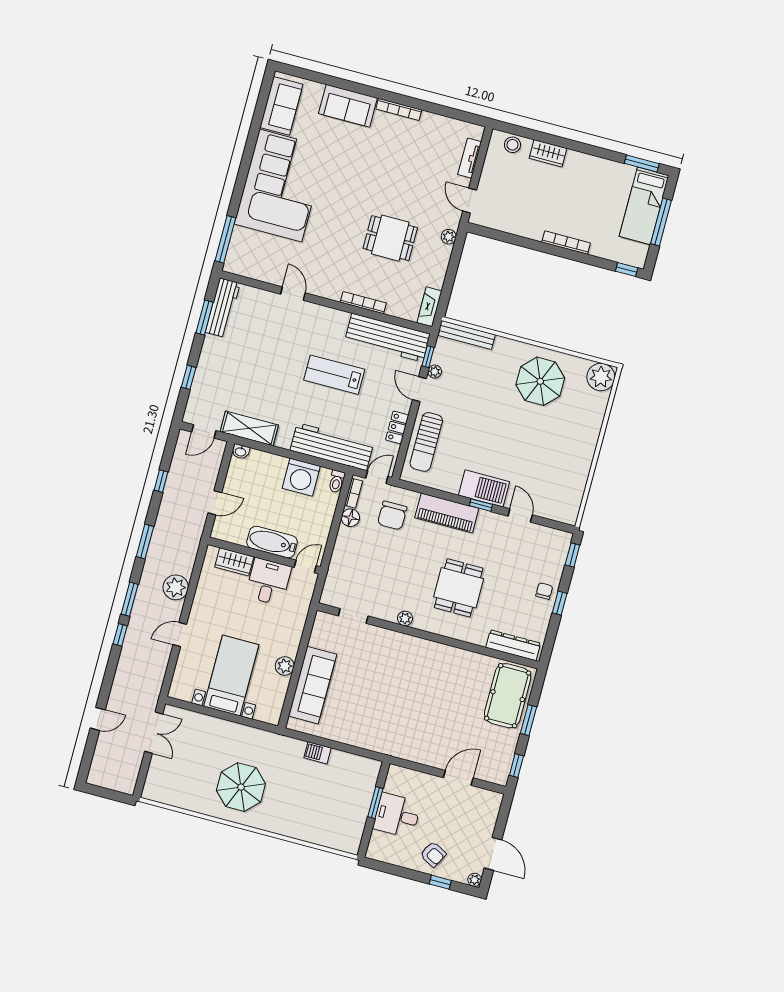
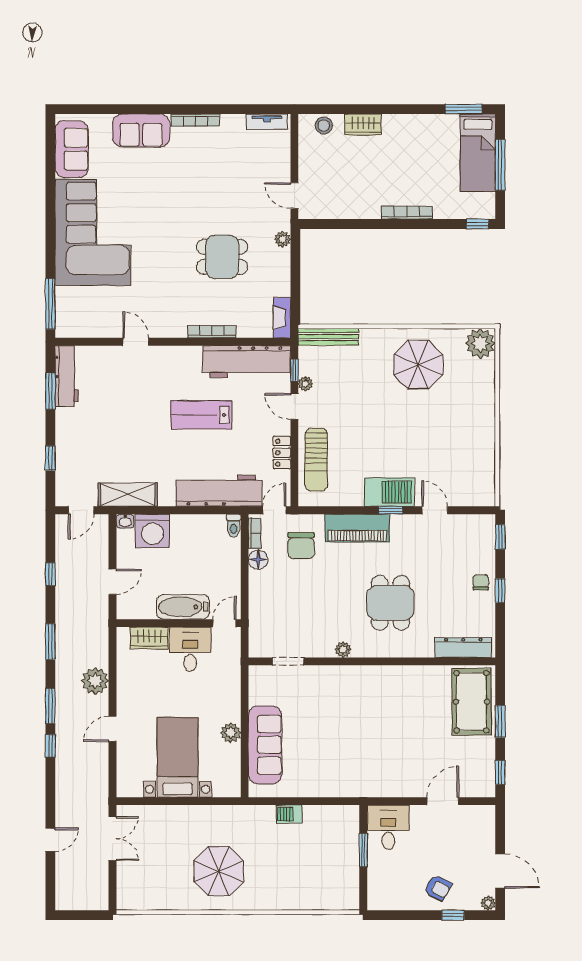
tv unit: (470, 158) -> (267, 122), moved, turned -90
washing machine: (301, 477) -> (152, 531), moved
desk: (397, 815) -> (388, 827), moved, turned 90

